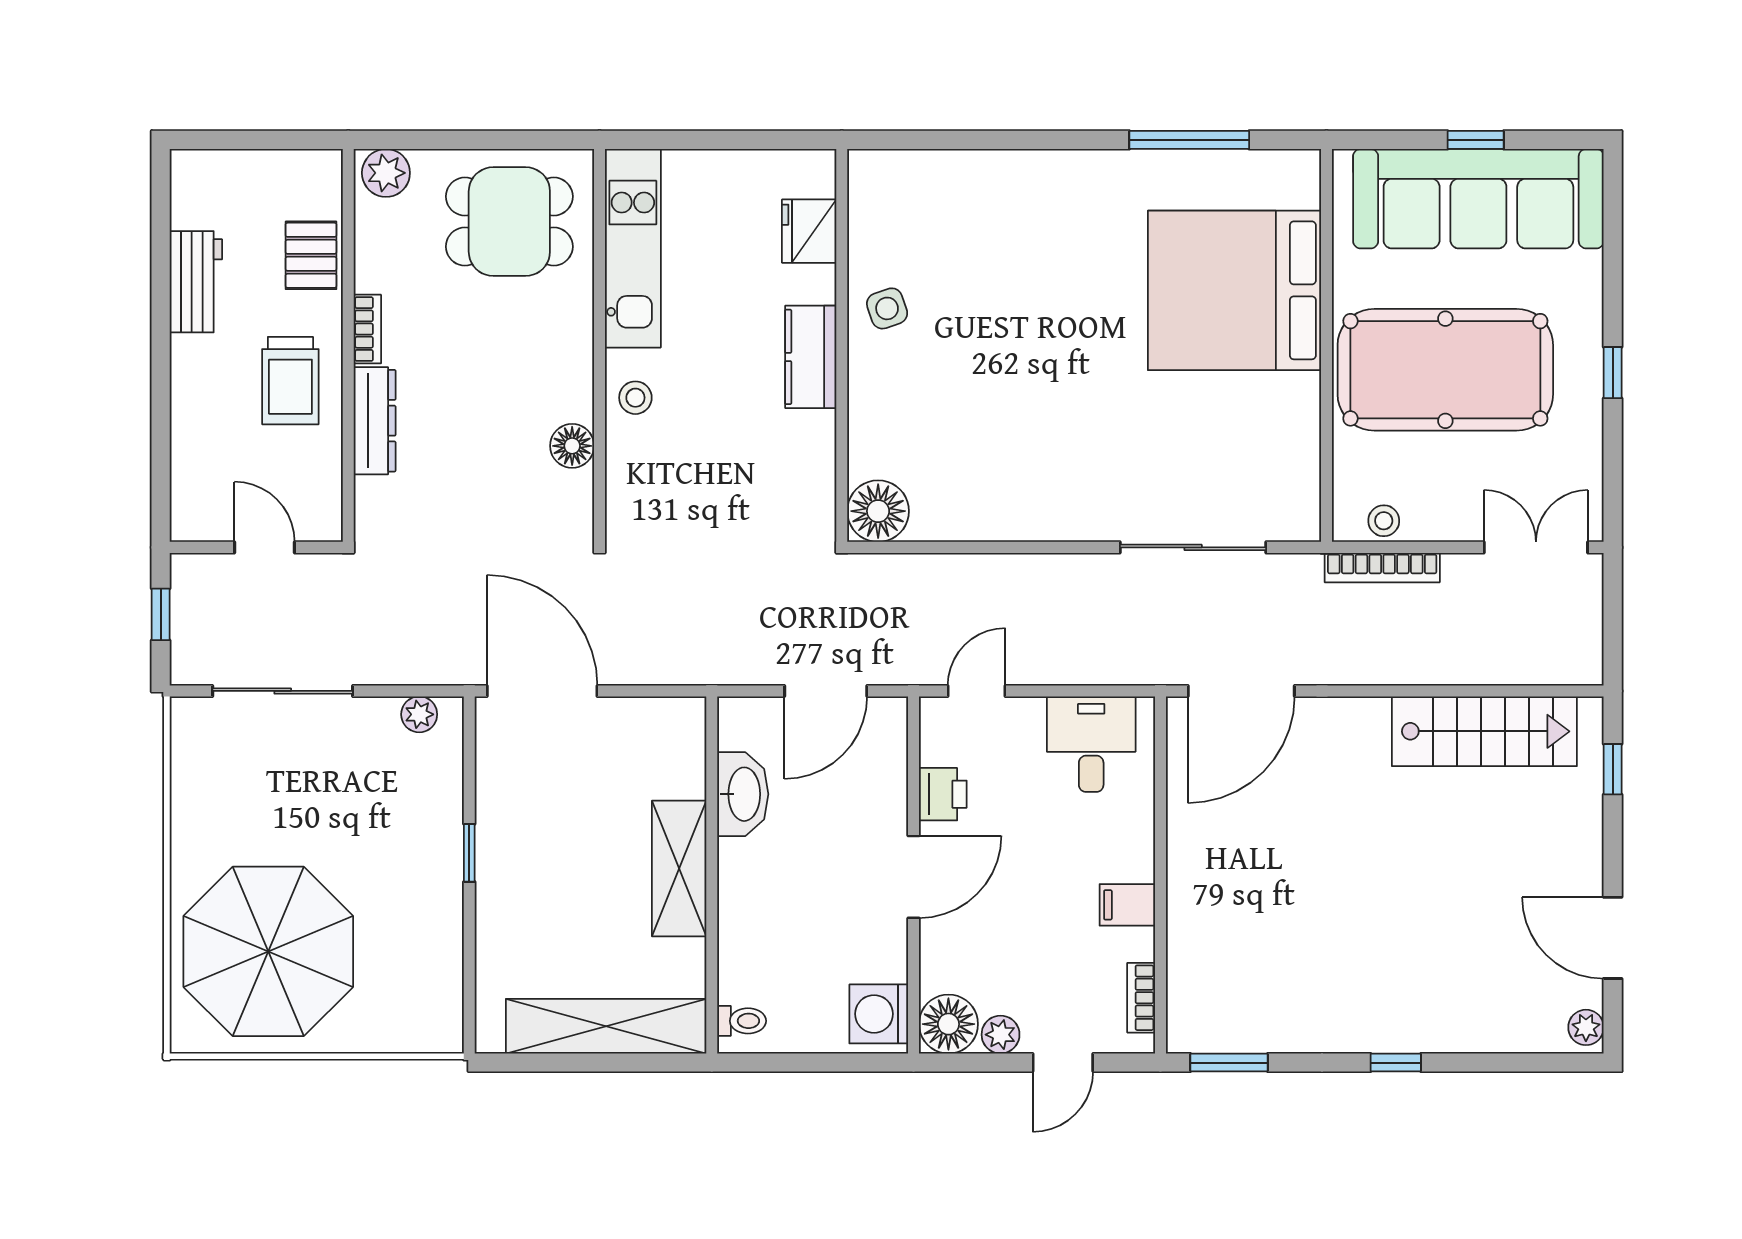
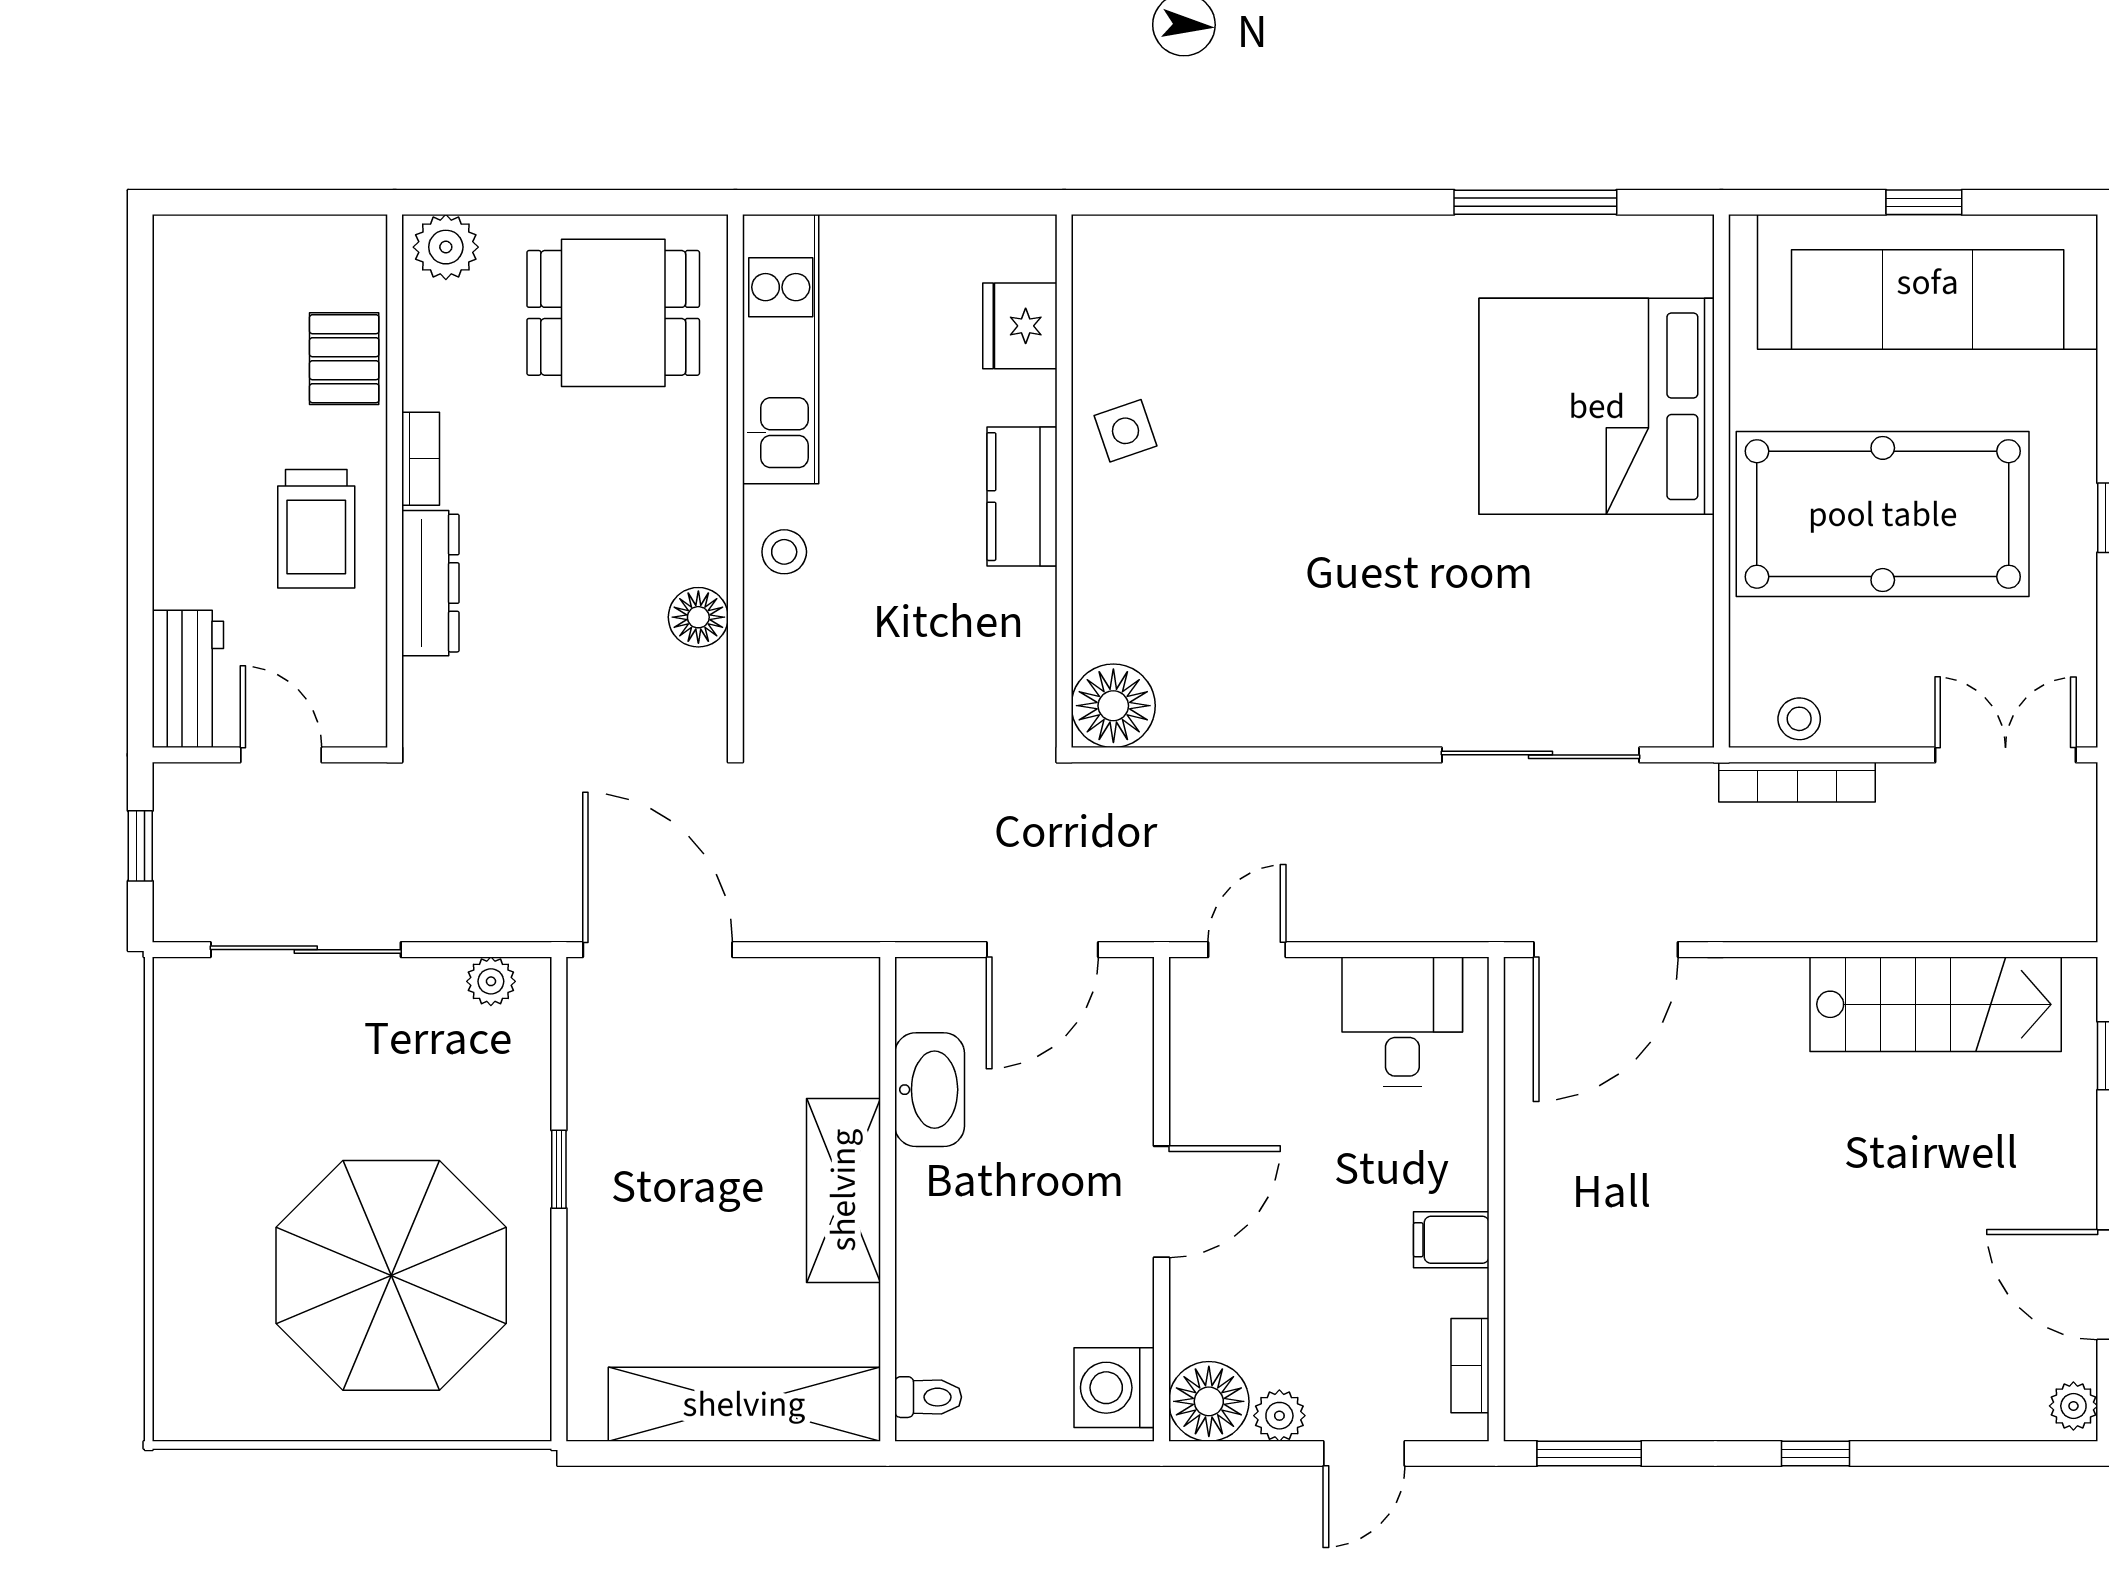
workbench: (196, 282) -> (188, 679), moved
printer: (943, 794) -> (1201, 1090), removed
parasol: (268, 951) -> (391, 1275), moved

